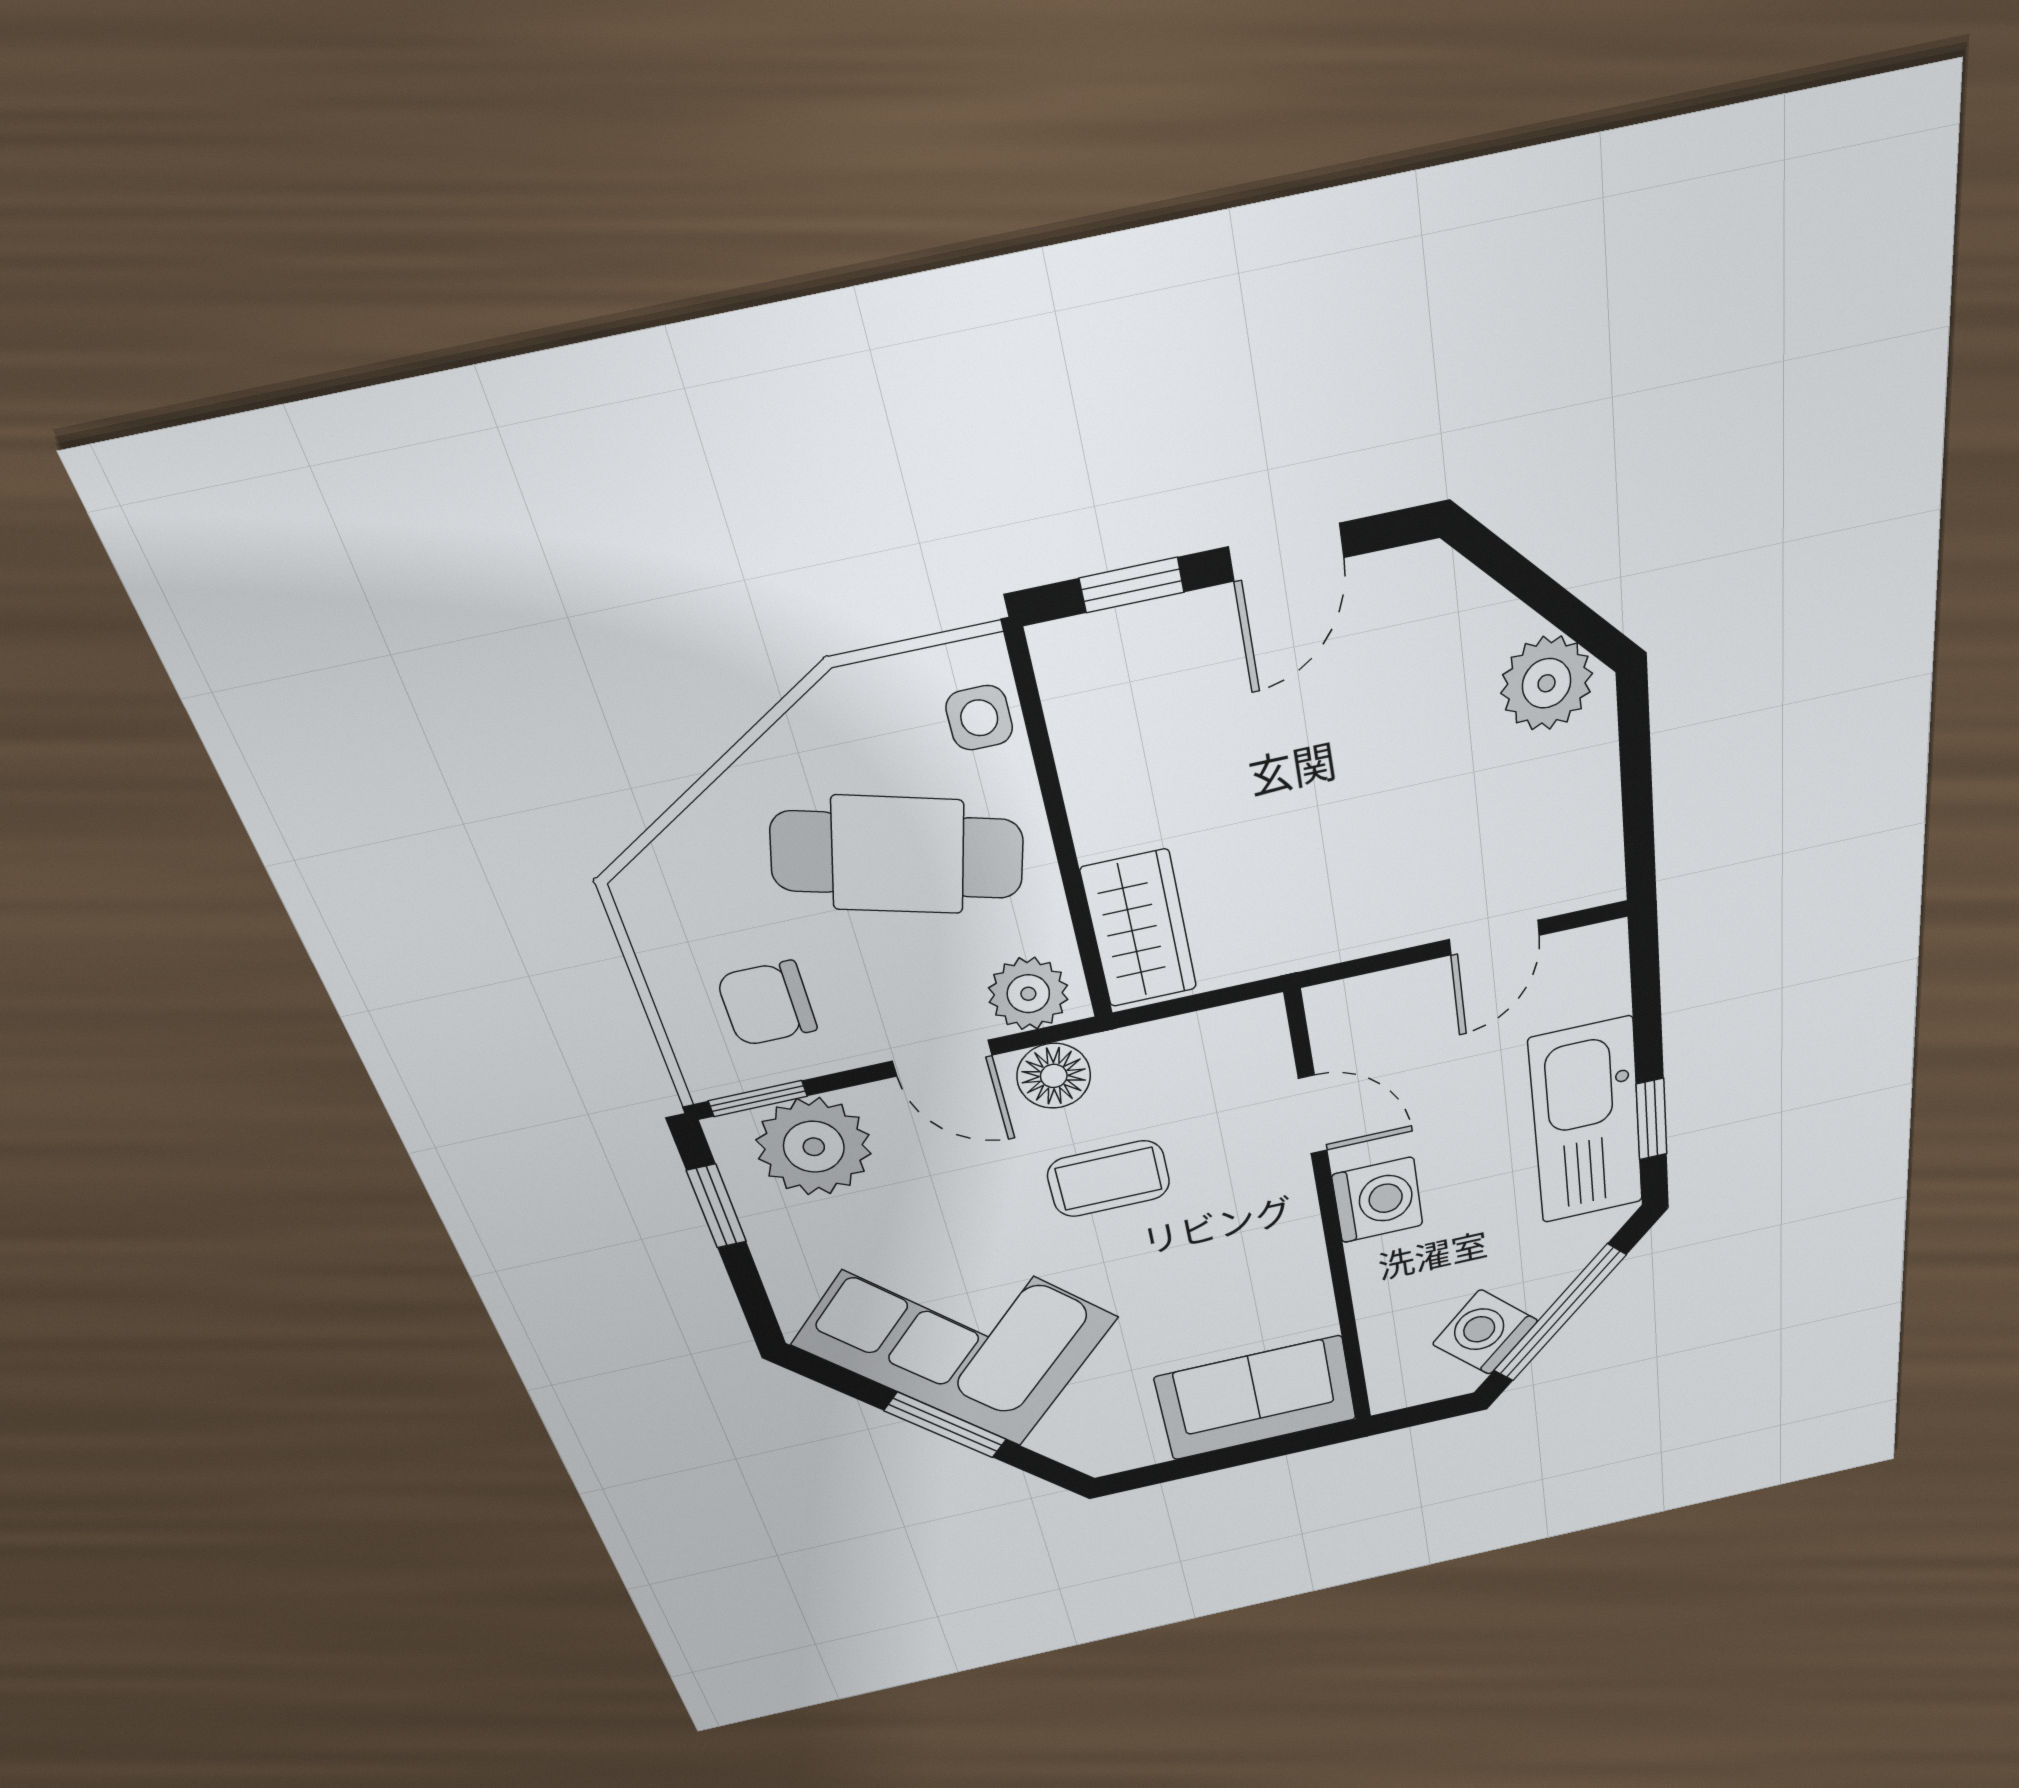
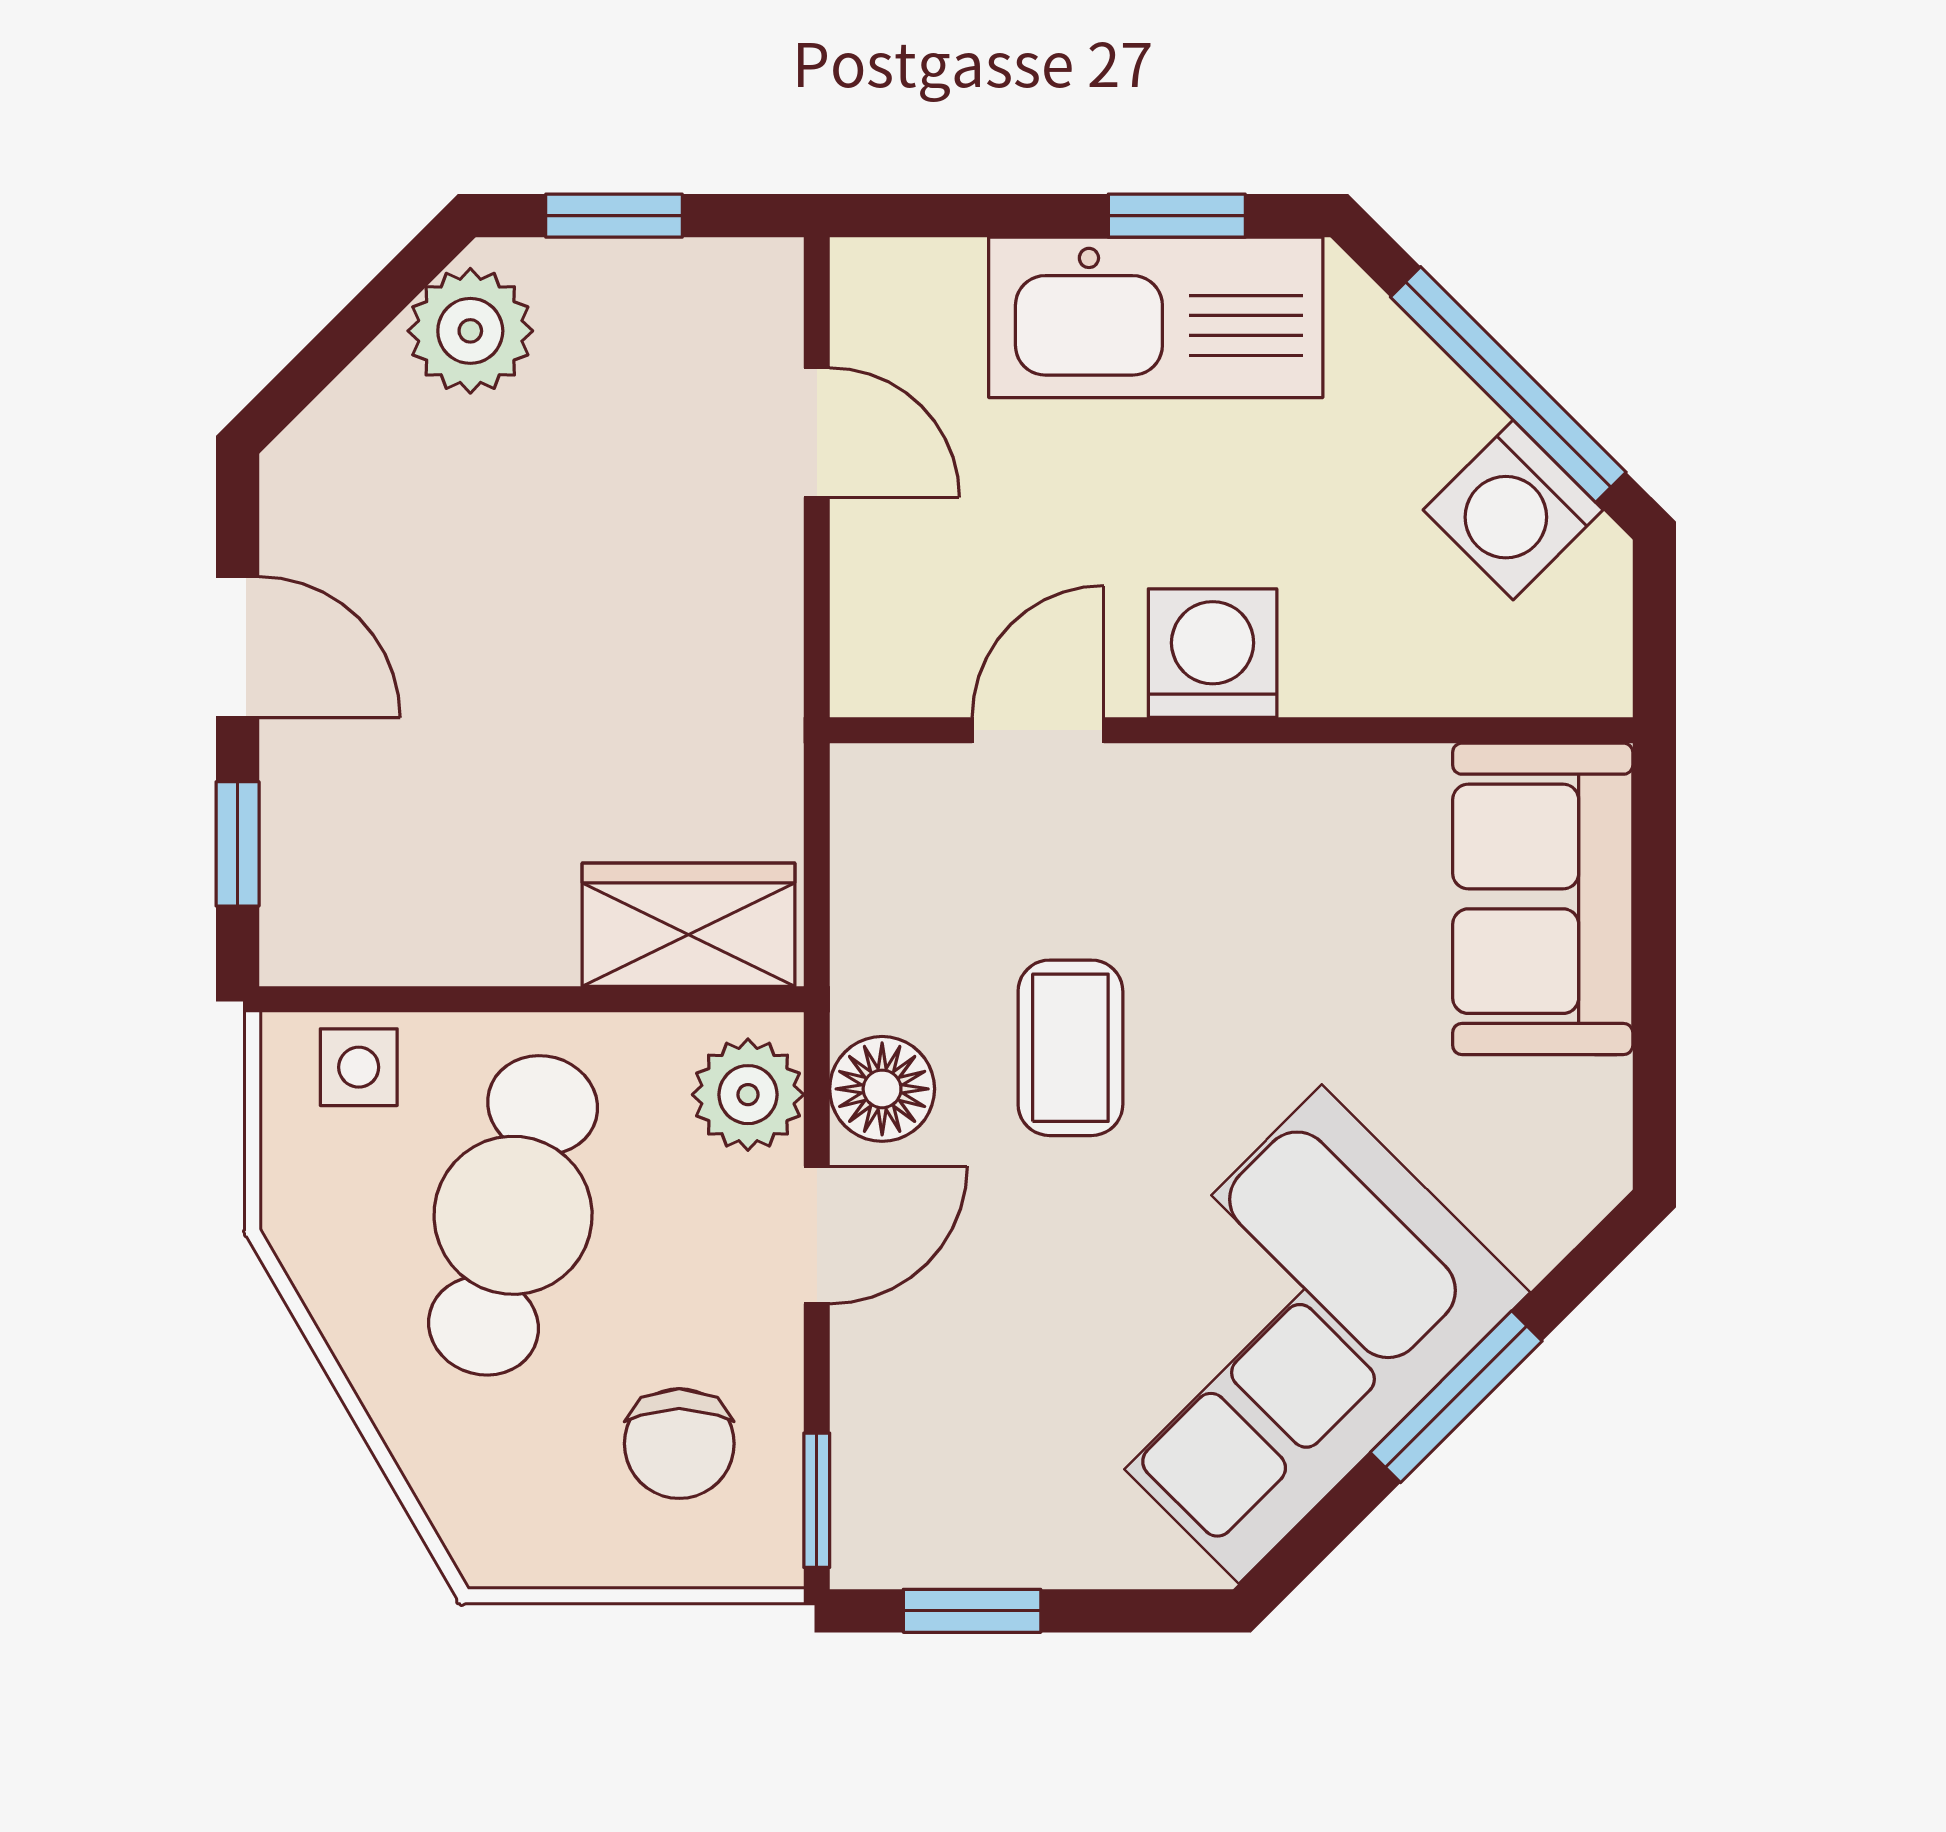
window: (1636, 769) -> (614, 216), added
plant: (814, 1147) -> (911, 1448), removed

